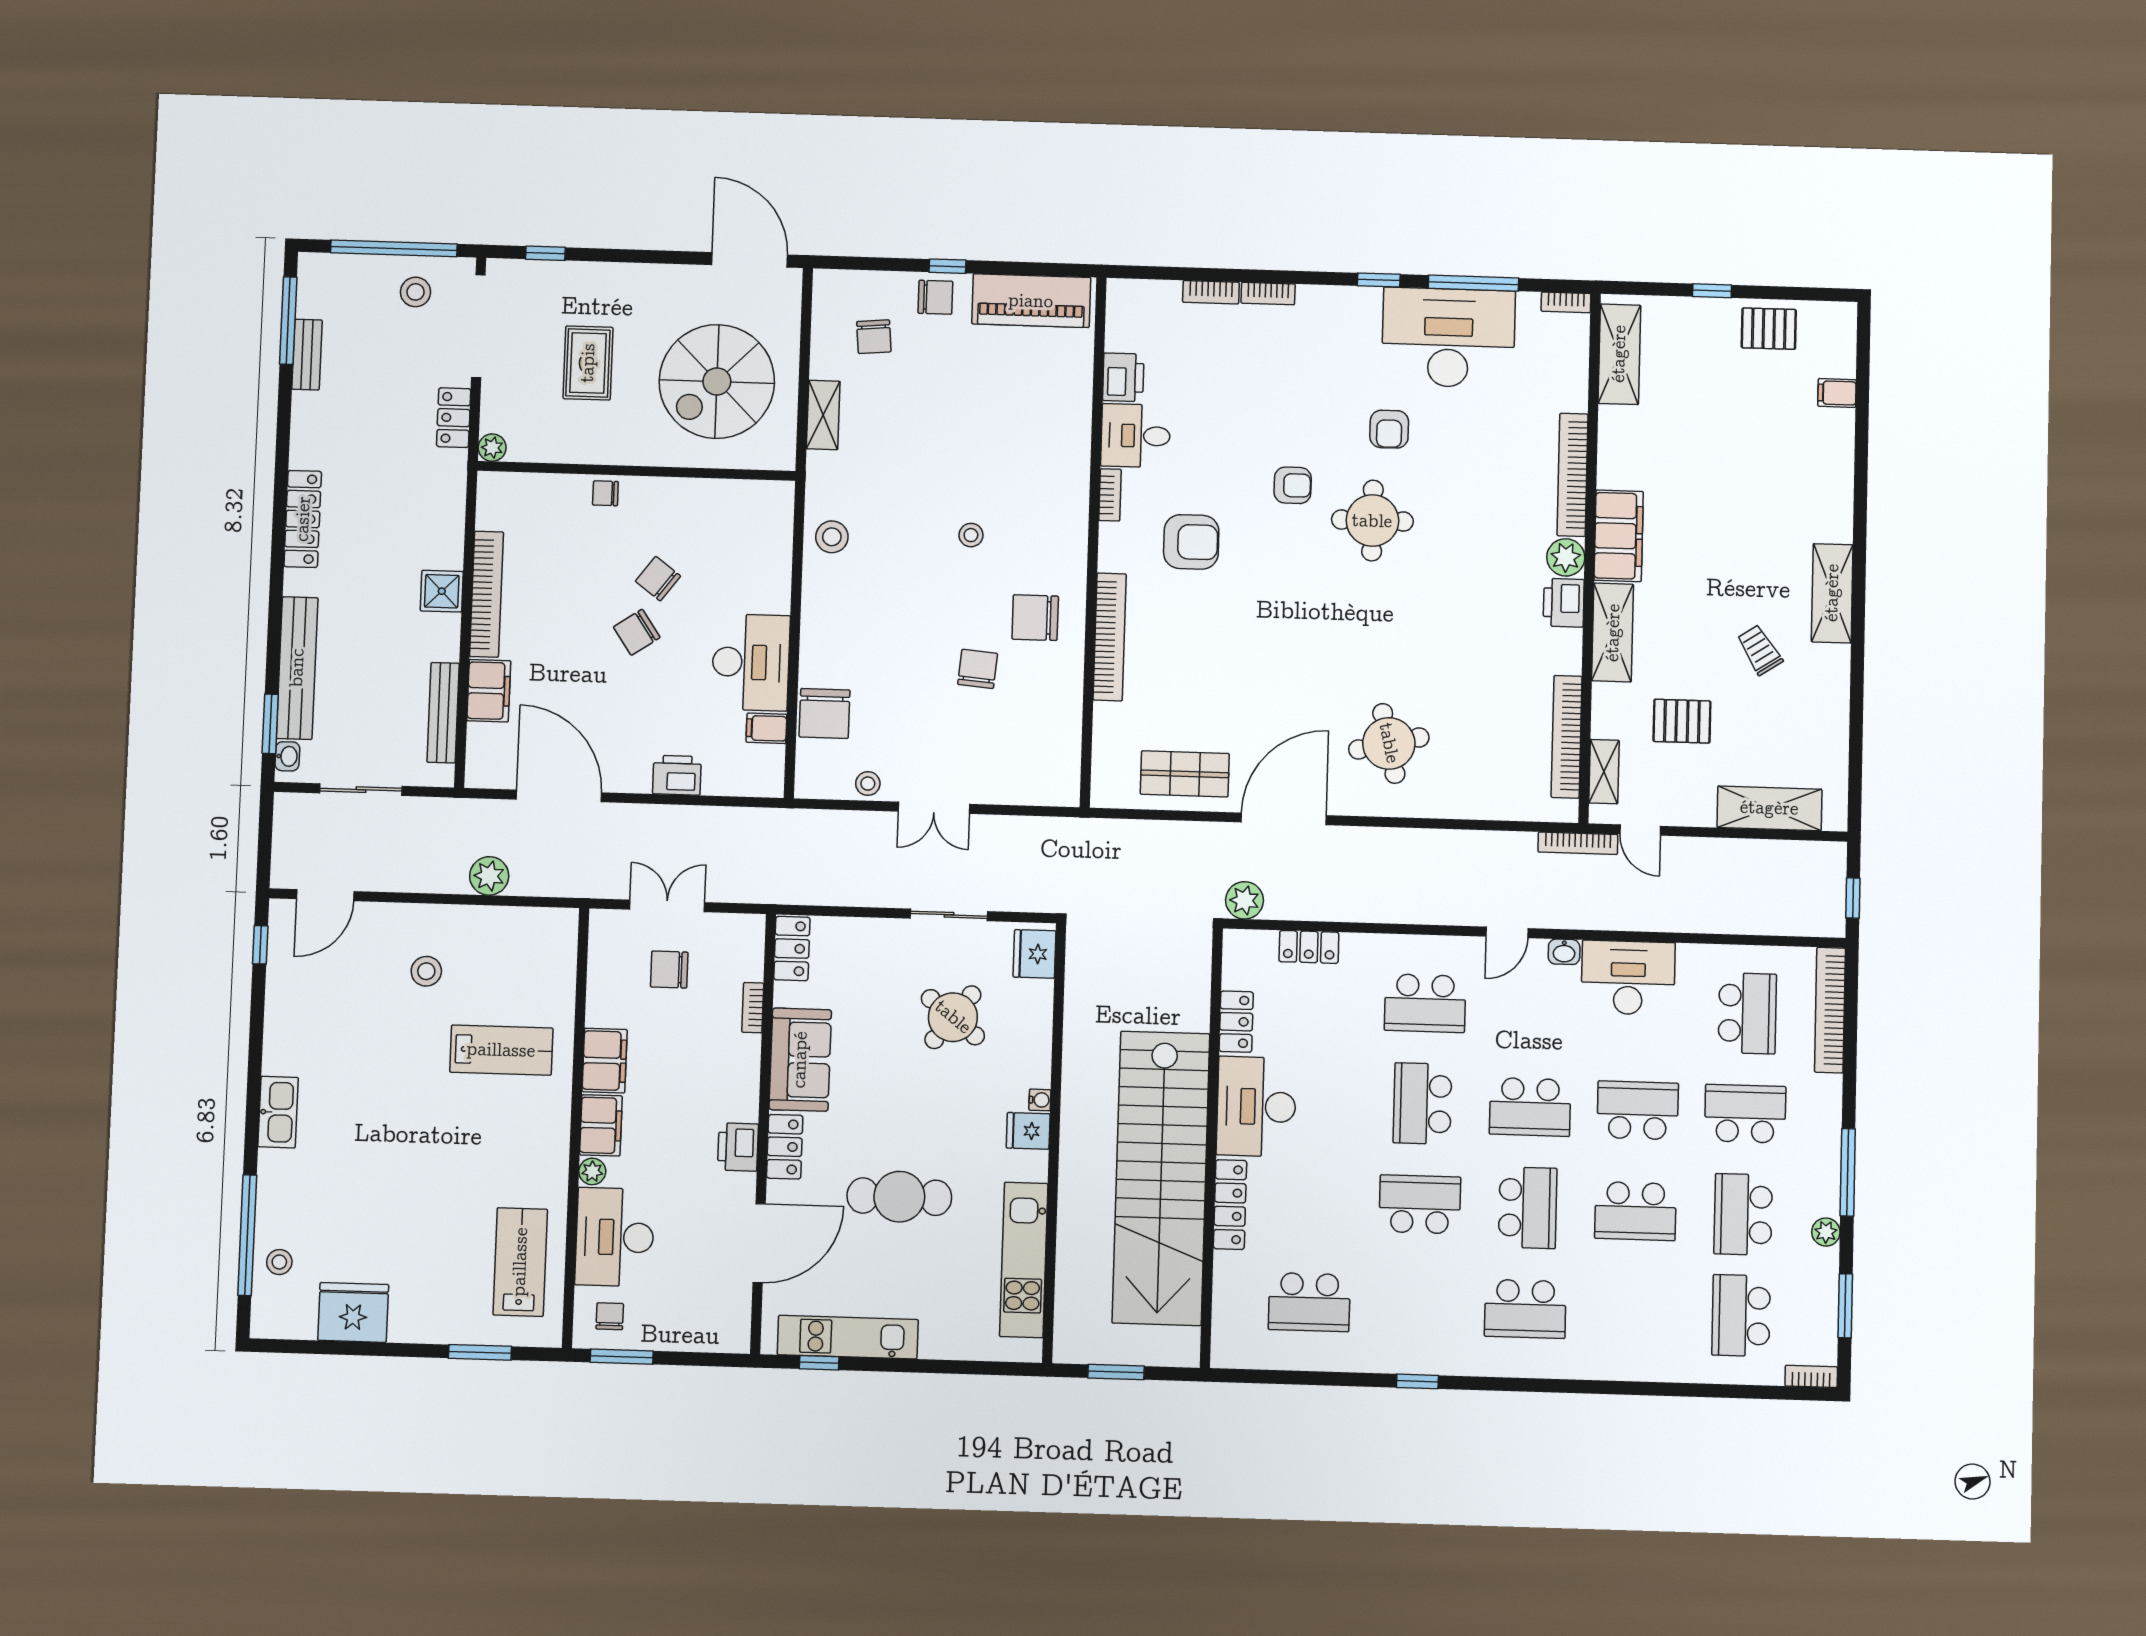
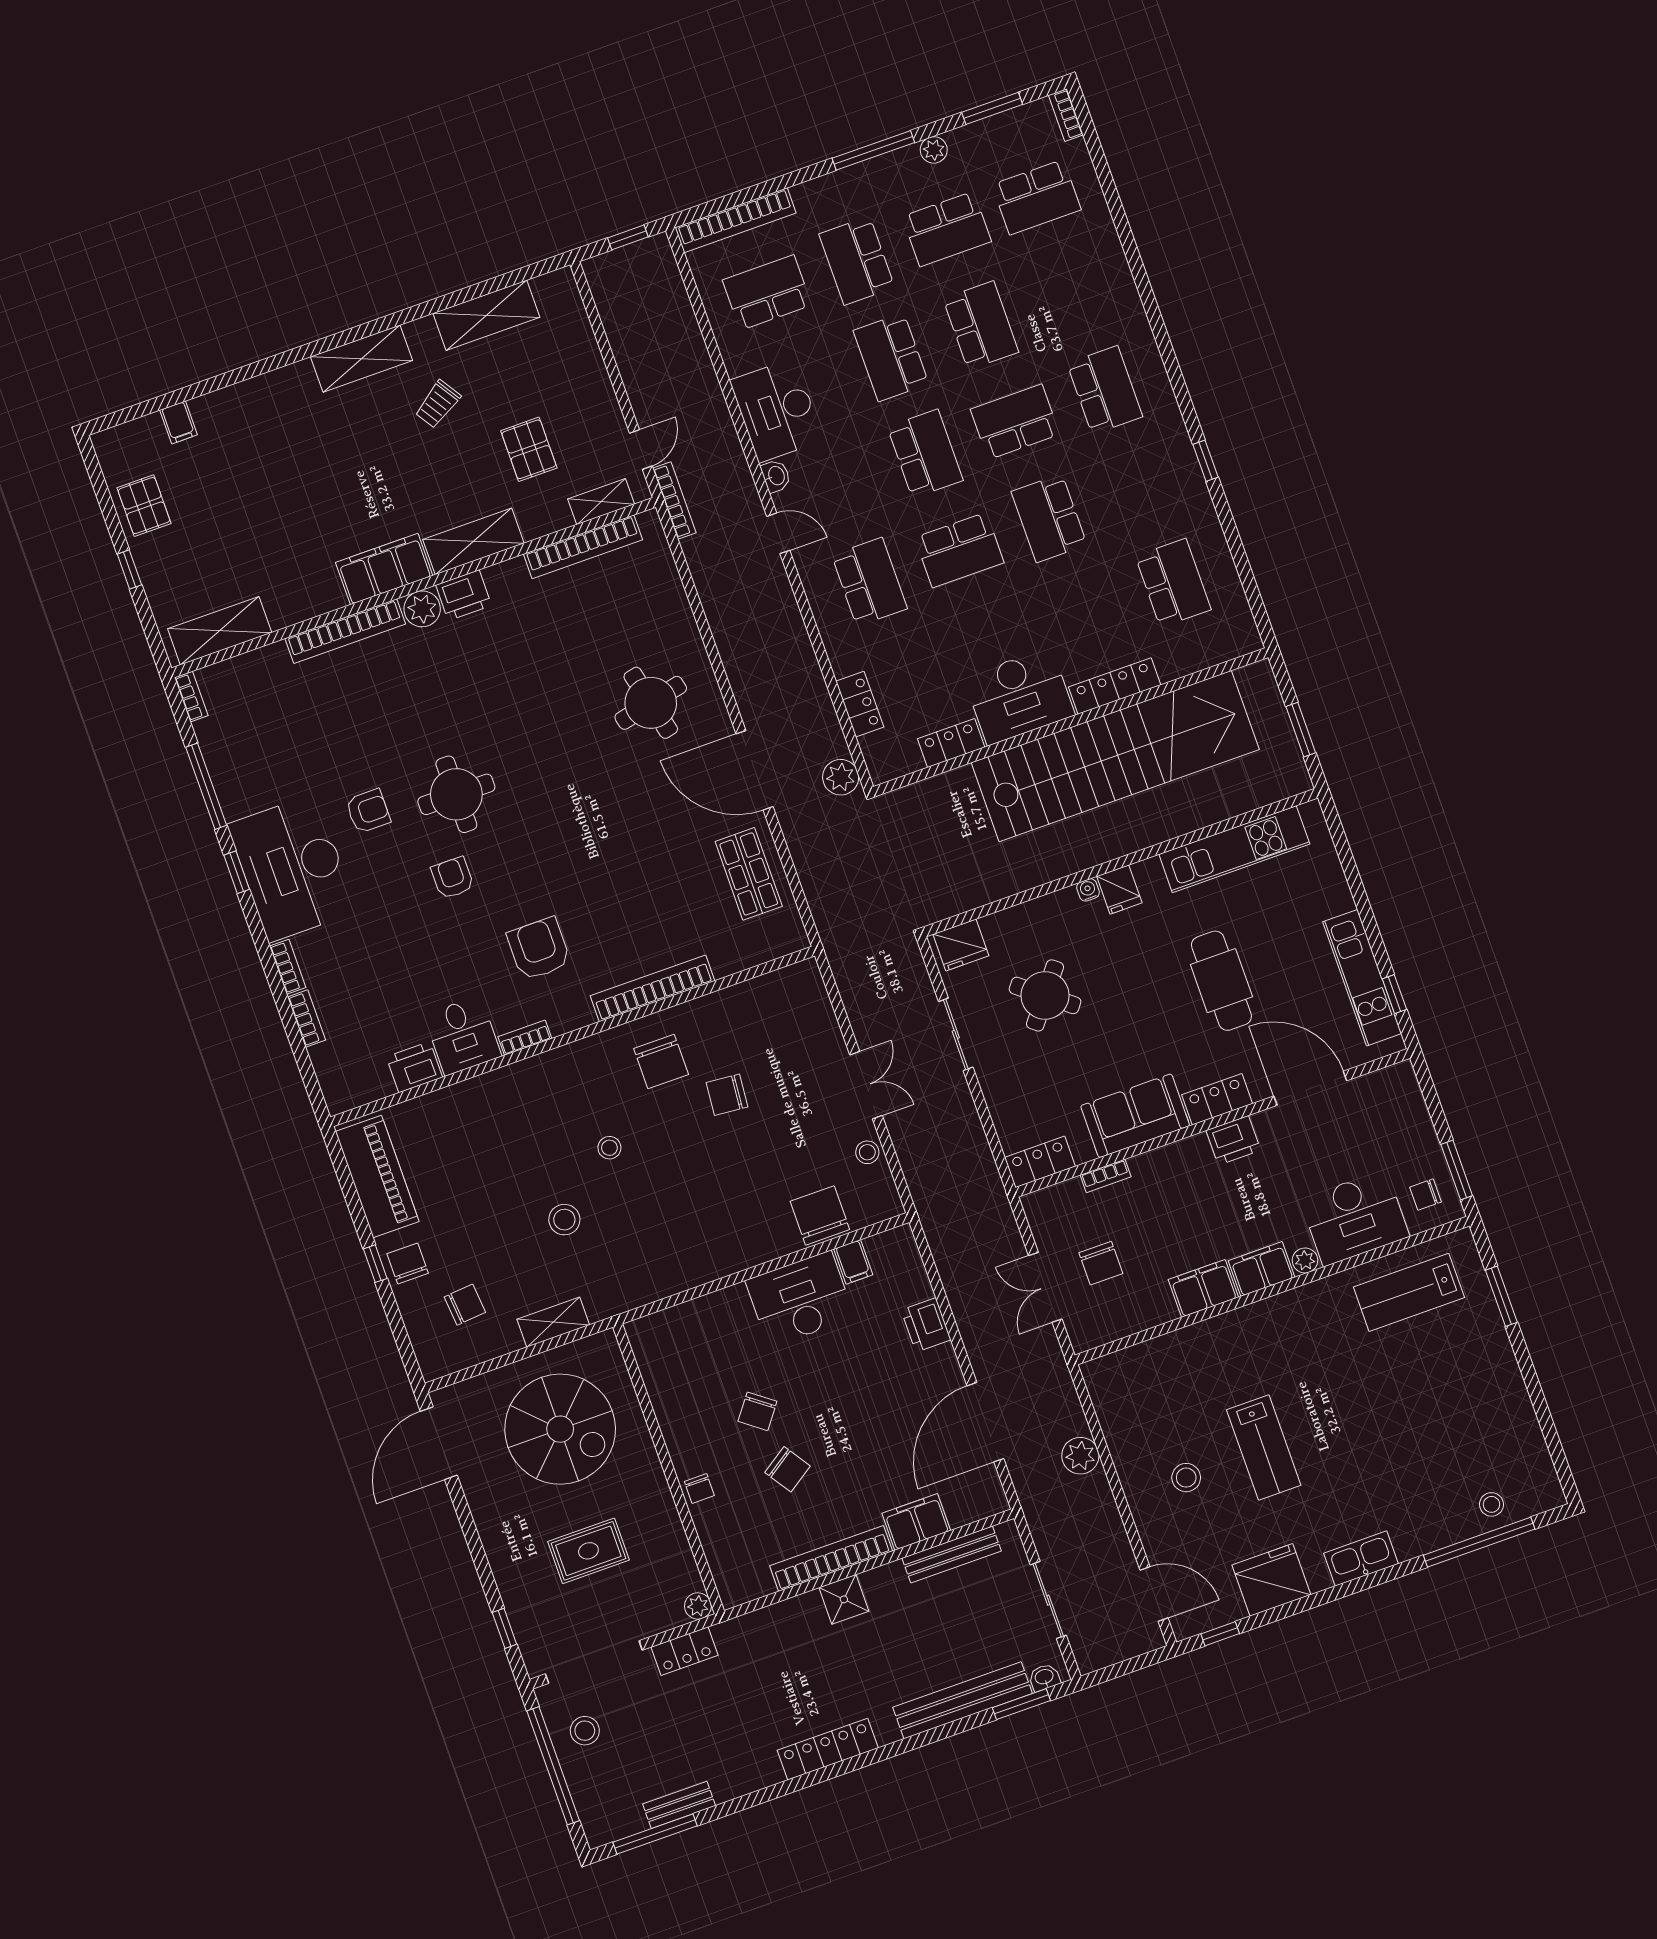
desk: (1448, 338) -> (292, 868), moved
stool: (832, 537) -> (564, 1220), moved
chair: (637, 632) -> (788, 1469), moved
chair: (825, 713) -> (820, 1215), turned -90
shelving: (1769, 808) -> (486, 315), moved, turned 90
lab bench: (501, 1050) -> (1264, 1448), moved, turned 180
fridge: (353, 1312) -> (1271, 1580), moved, turned 90

